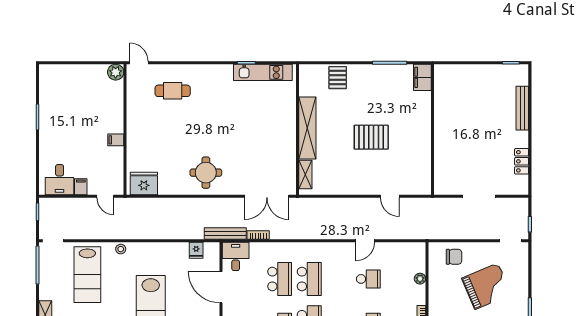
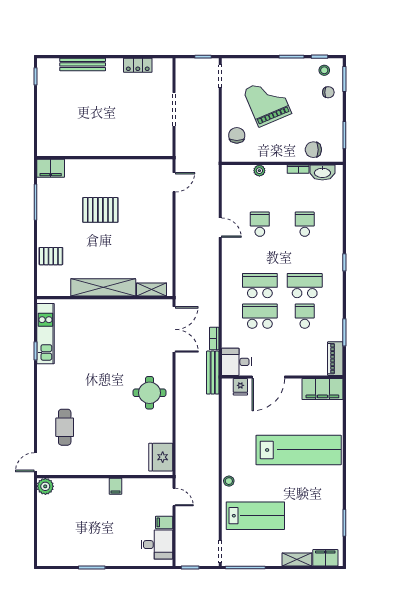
pallet: (371, 137) -> (100, 210), moved, turned 90
door: (105, 196) -> (174, 497), hinge flipped
door: (390, 196) -> (174, 182), moved
fridge: (196, 250) -> (240, 387), moved, turned 90

